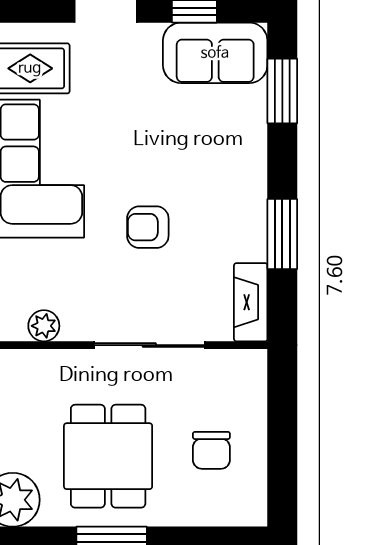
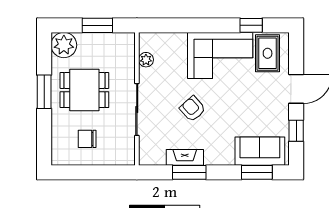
sofa: (215, 53) -> (260, 151), moved, turned 90
armchair: (148, 227) -> (193, 109), turned -42
fireplace: (251, 302) -> (185, 157), moved

